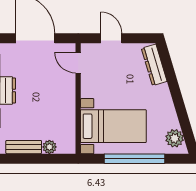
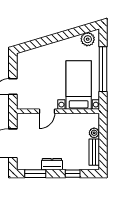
door: (78, 63) -> (47, 111), moved
dresser: (154, 65) -> (33, 54), removed

